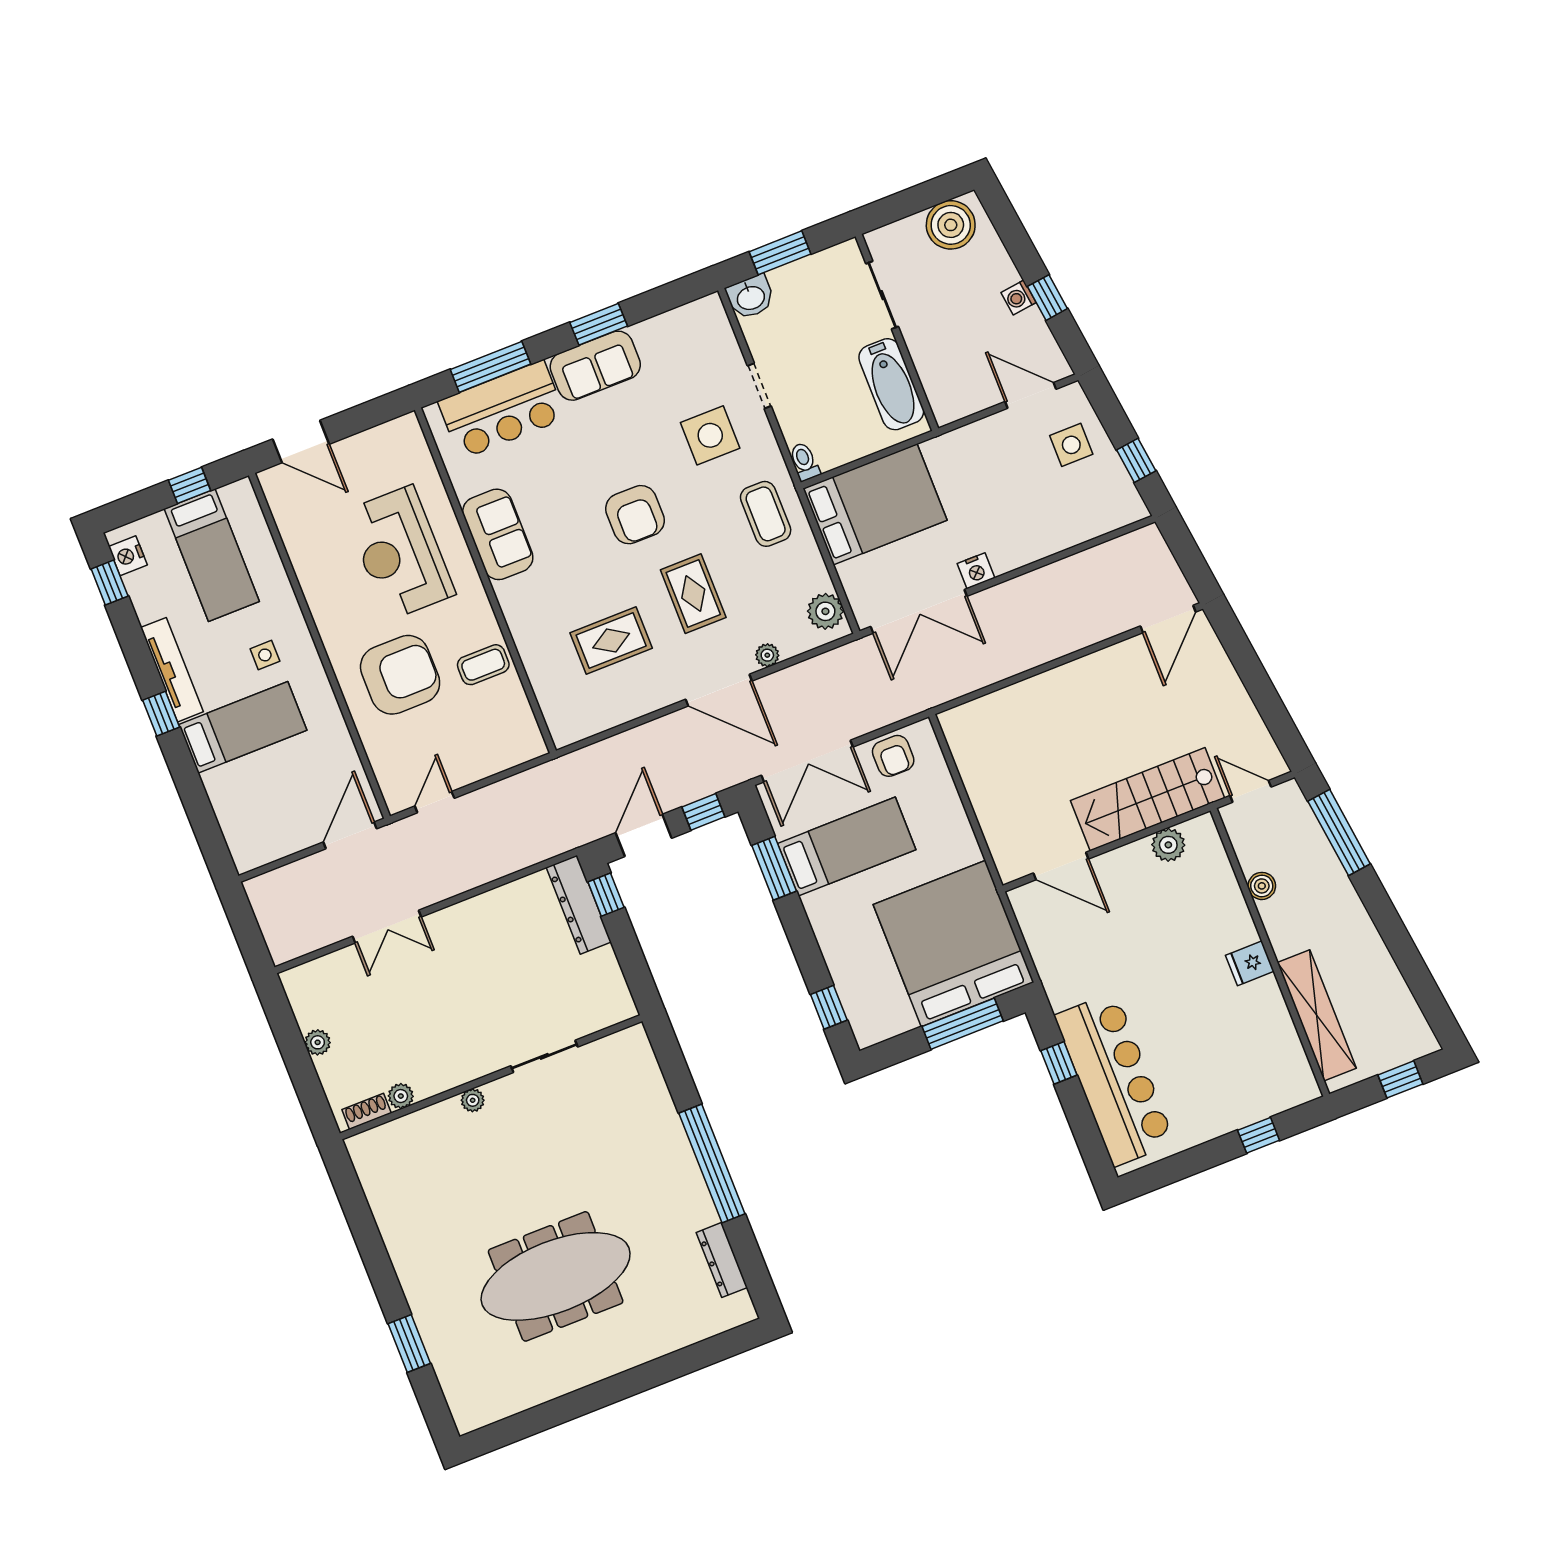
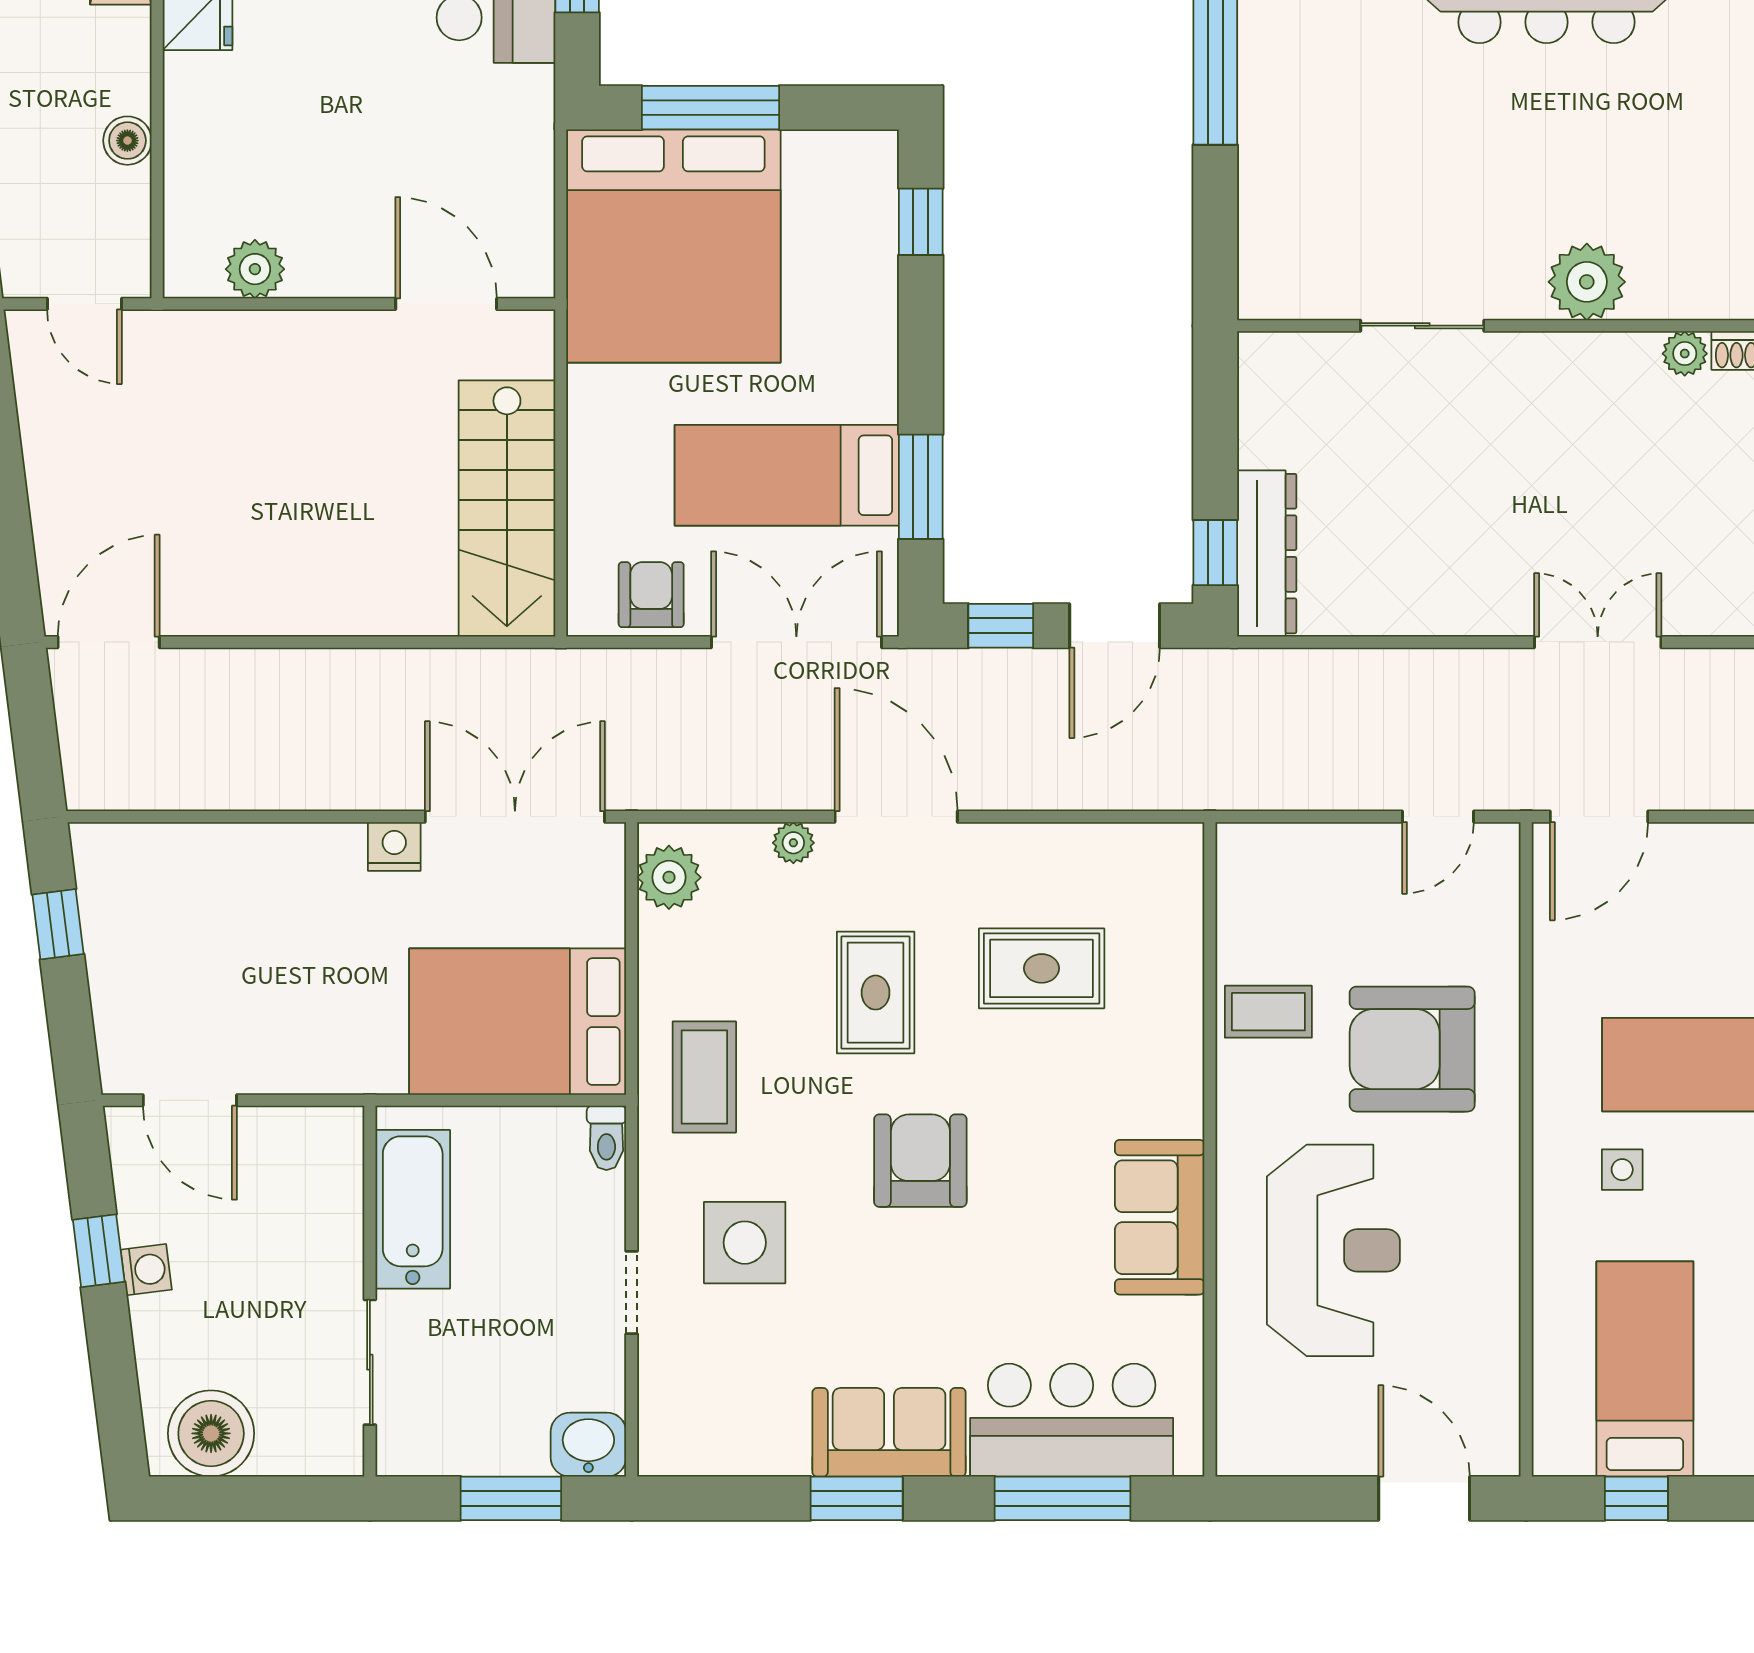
side table: (1071, 445) -> (155, 992), removed
stairs: (1148, 799) -> (507, 508), moved, turned 90
plant: (473, 1100) -> (1587, 282), width x1.88, depth x1.88

